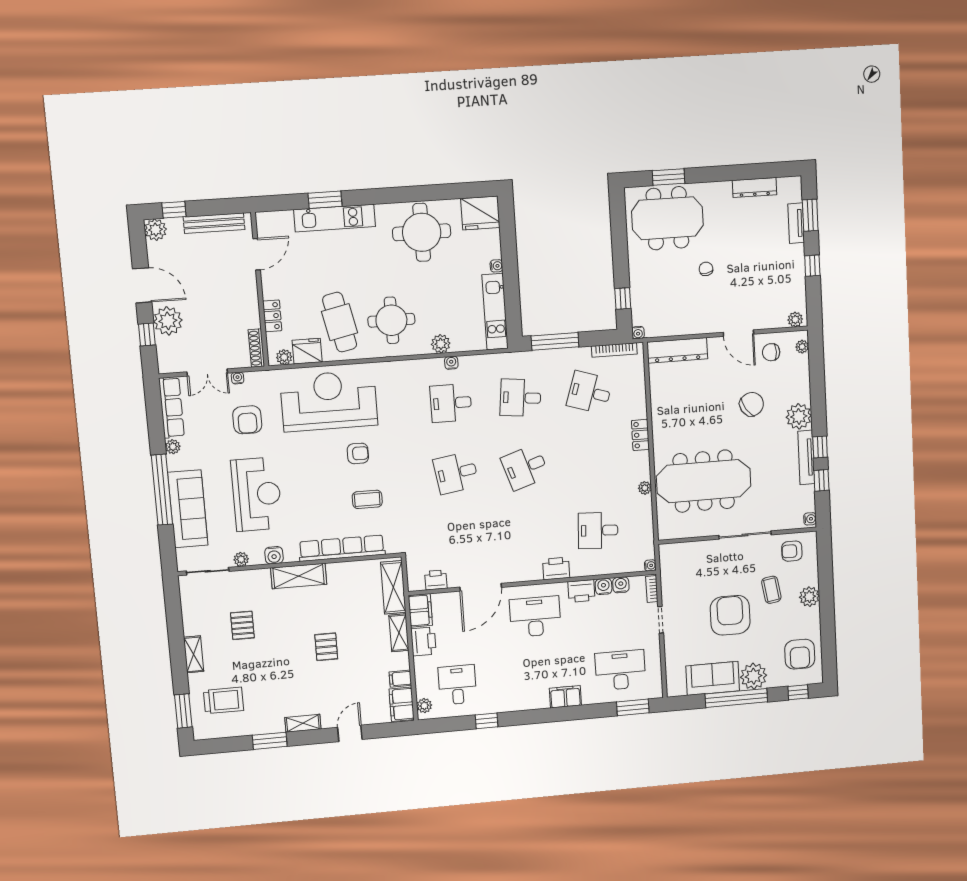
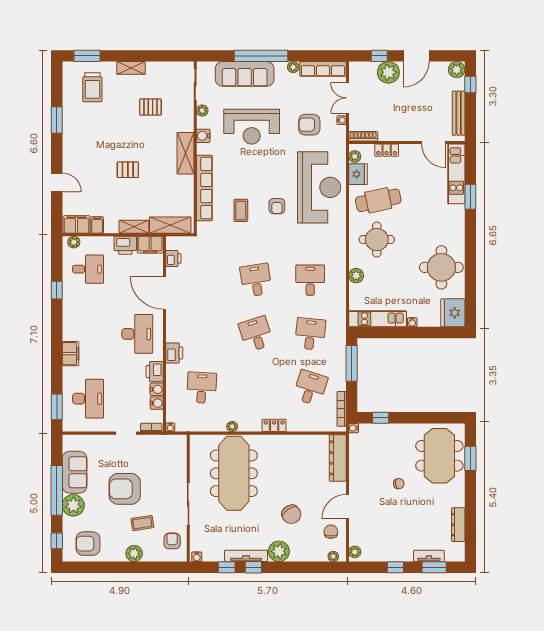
kitchen unit: (335, 218) -> (456, 174), moved
water cooler: (451, 363) -> (341, 283), removed
armchair: (730, 615) -> (125, 489), turned 180
shelving: (303, 723) -> (69, 147), removed

